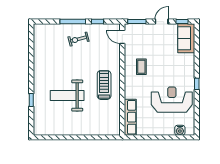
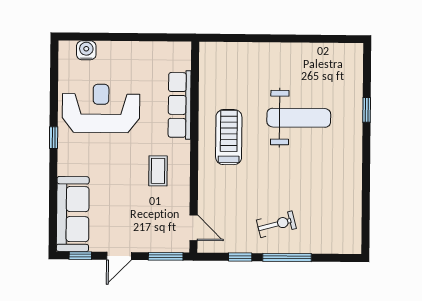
sofa: (186, 38) -> (73, 214), width x1.36
treadmill: (104, 85) -> (229, 137), turned 180
reception desk: (172, 100) -> (101, 108), turned 180
row of seats: (130, 117) -> (180, 105), moved

